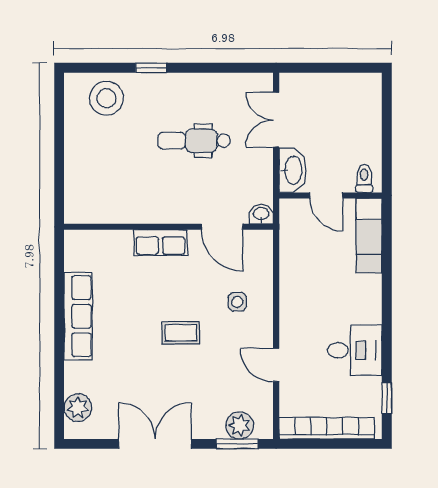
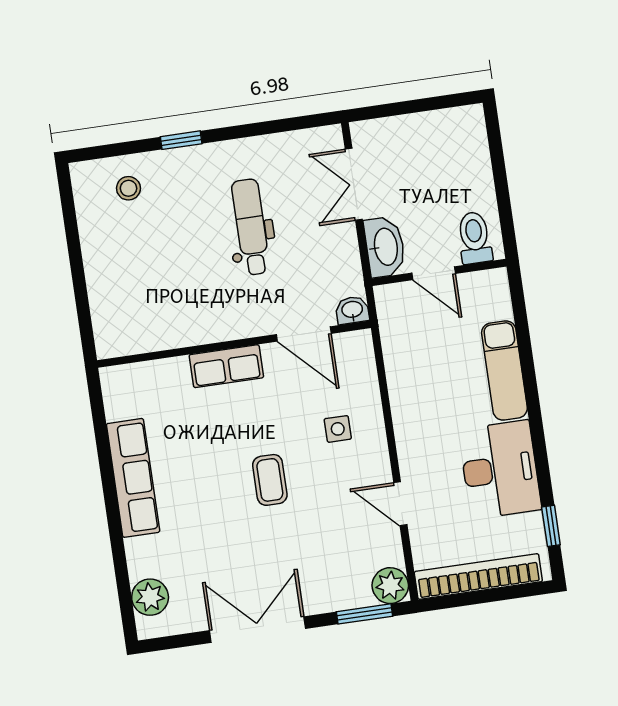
stool: (106, 98) -> (128, 188), width x0.53, depth x0.53
dental chair: (194, 141) -> (251, 227), turned 90
toilet: (364, 179) -> (475, 238), width x1.37, depth x1.39
exam couch: (369, 236) -> (504, 370), moved
coffee table: (181, 333) -> (270, 480), turned 90
desk: (355, 350) -> (500, 470), width x1.37
plant: (240, 425) -> (390, 586), moved

